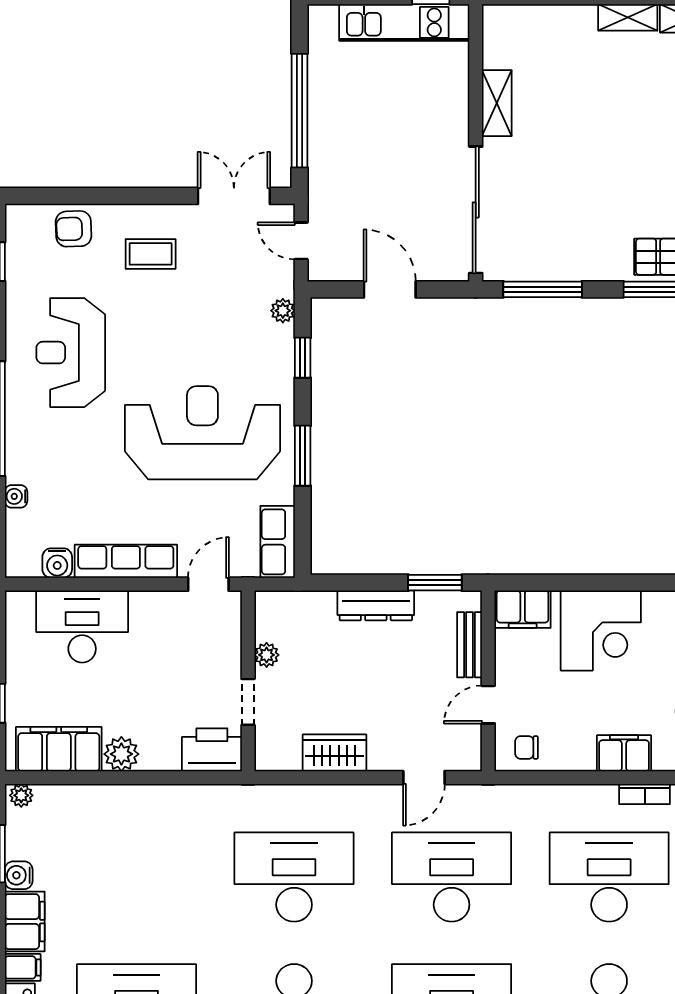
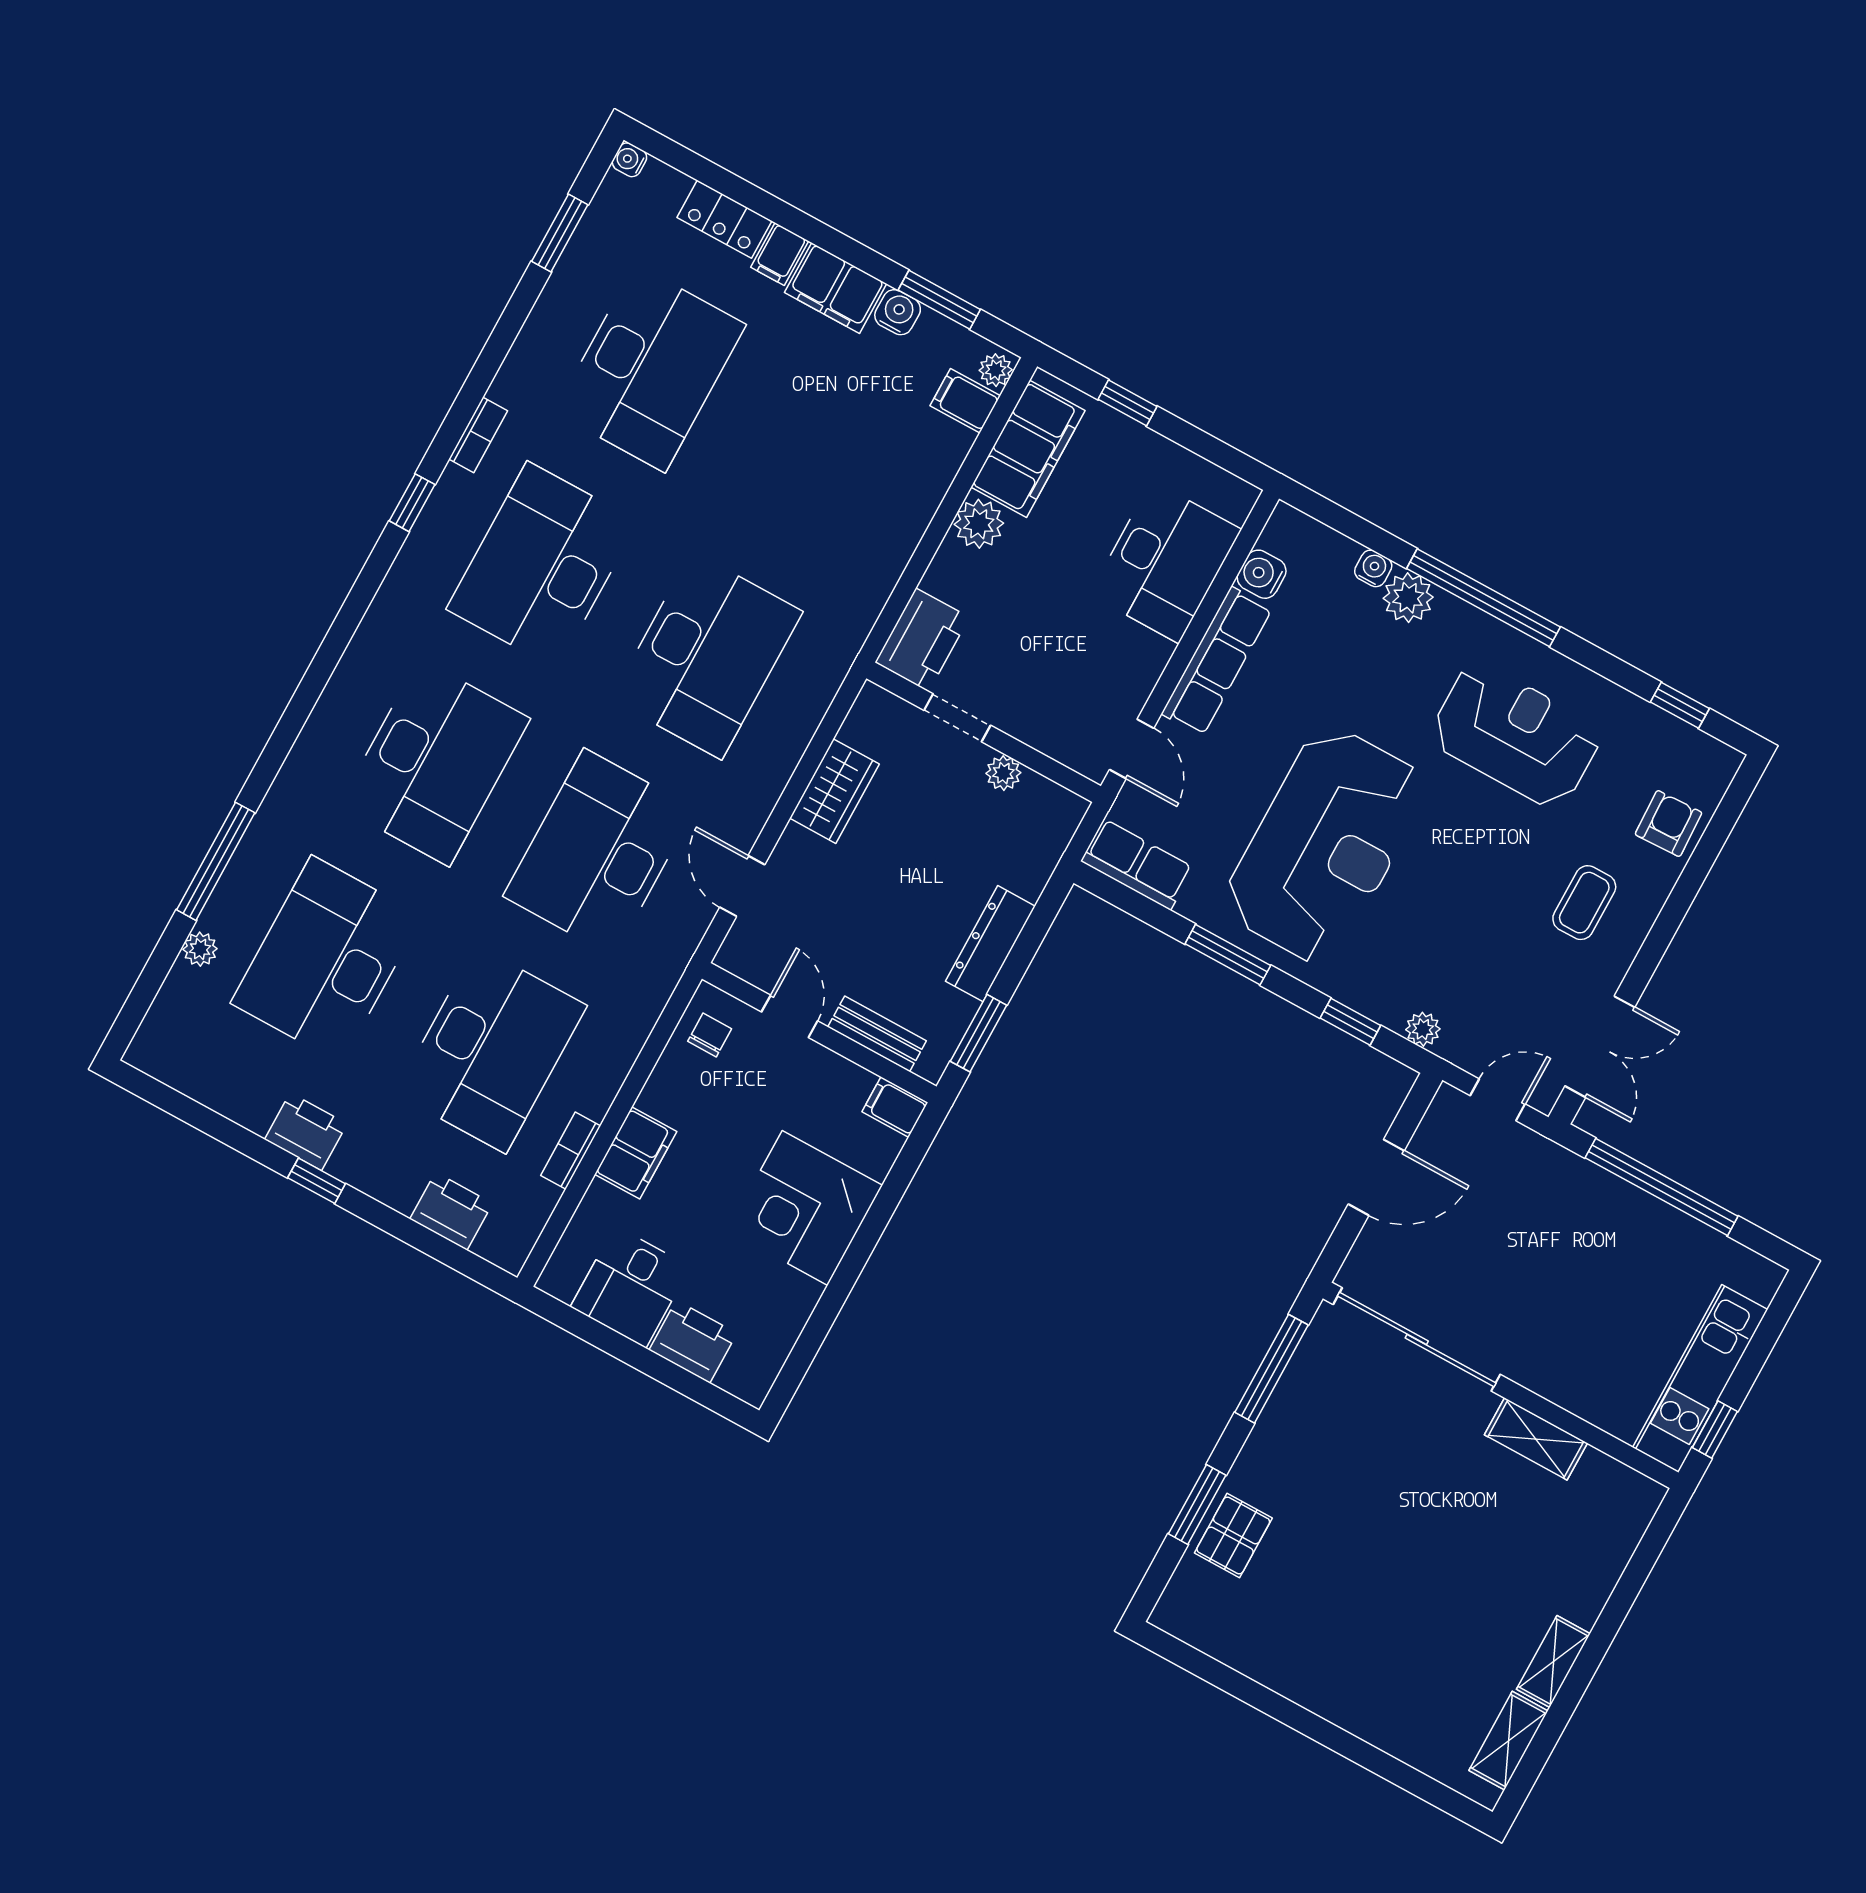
plant: (22, 465) -> (1408, 598), added
filing cabinet: (523, 609) -> (895, 1107), width x0.50
filing cabinet: (50, 804) -> (965, 401), added
desk: (452, 877) -> (599, 852), turned 180

